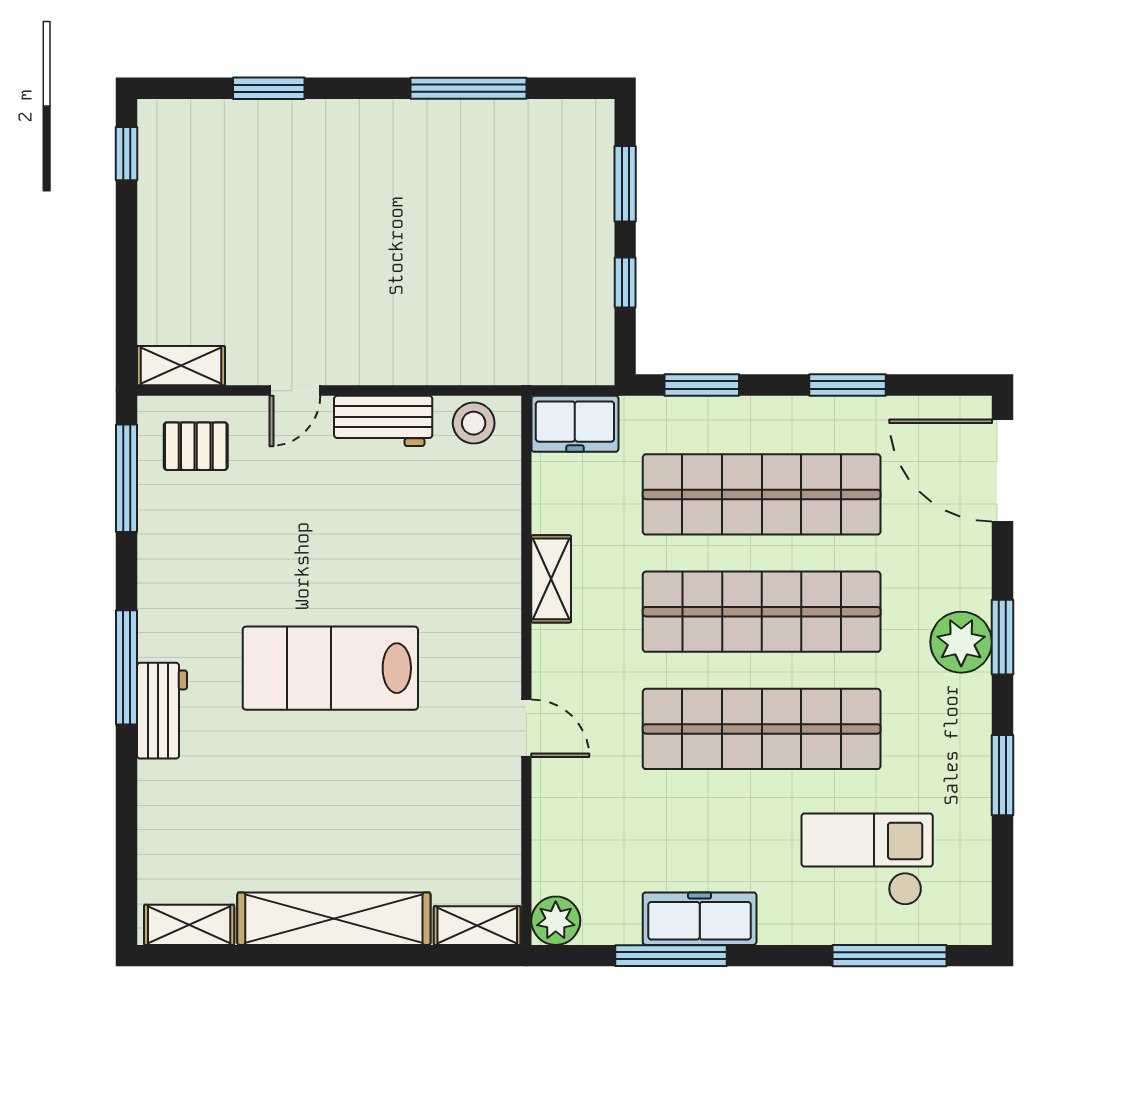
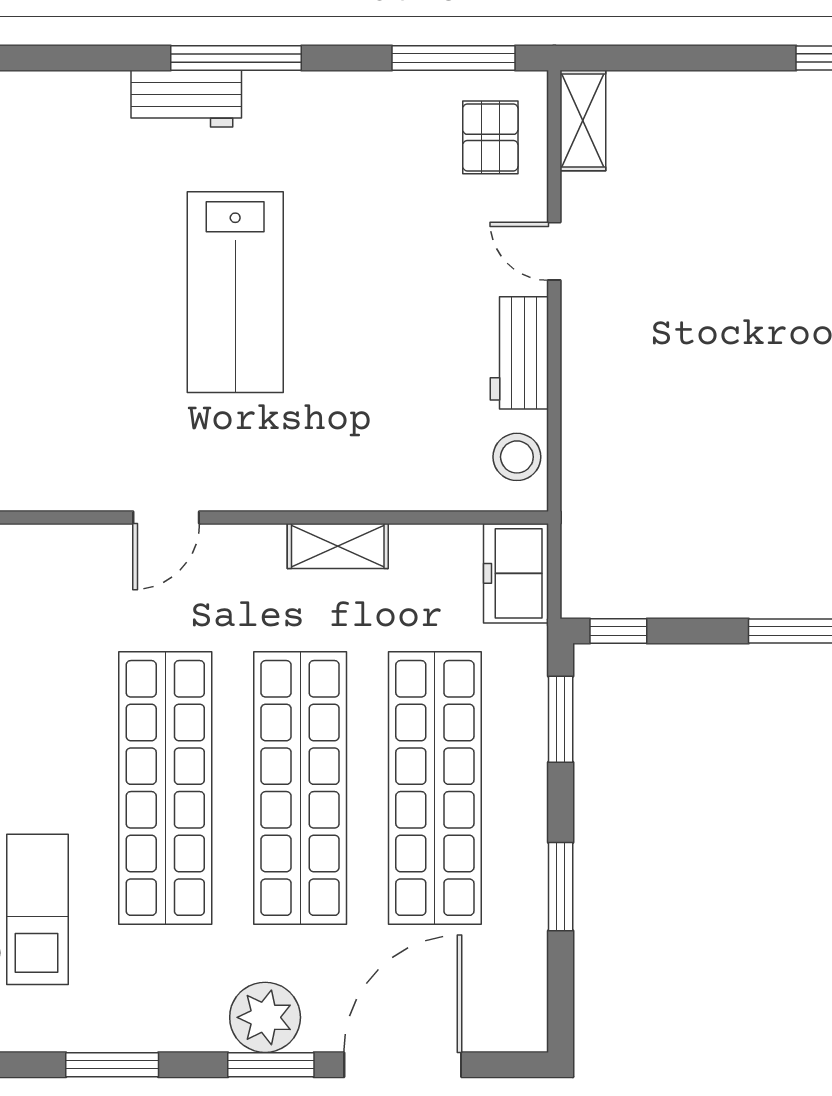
window: (625, 283) -> (618, 631), moved
door: (1002, 471) -> (403, 1065), moved
lab bench: (330, 668) -> (235, 292), turned 180

